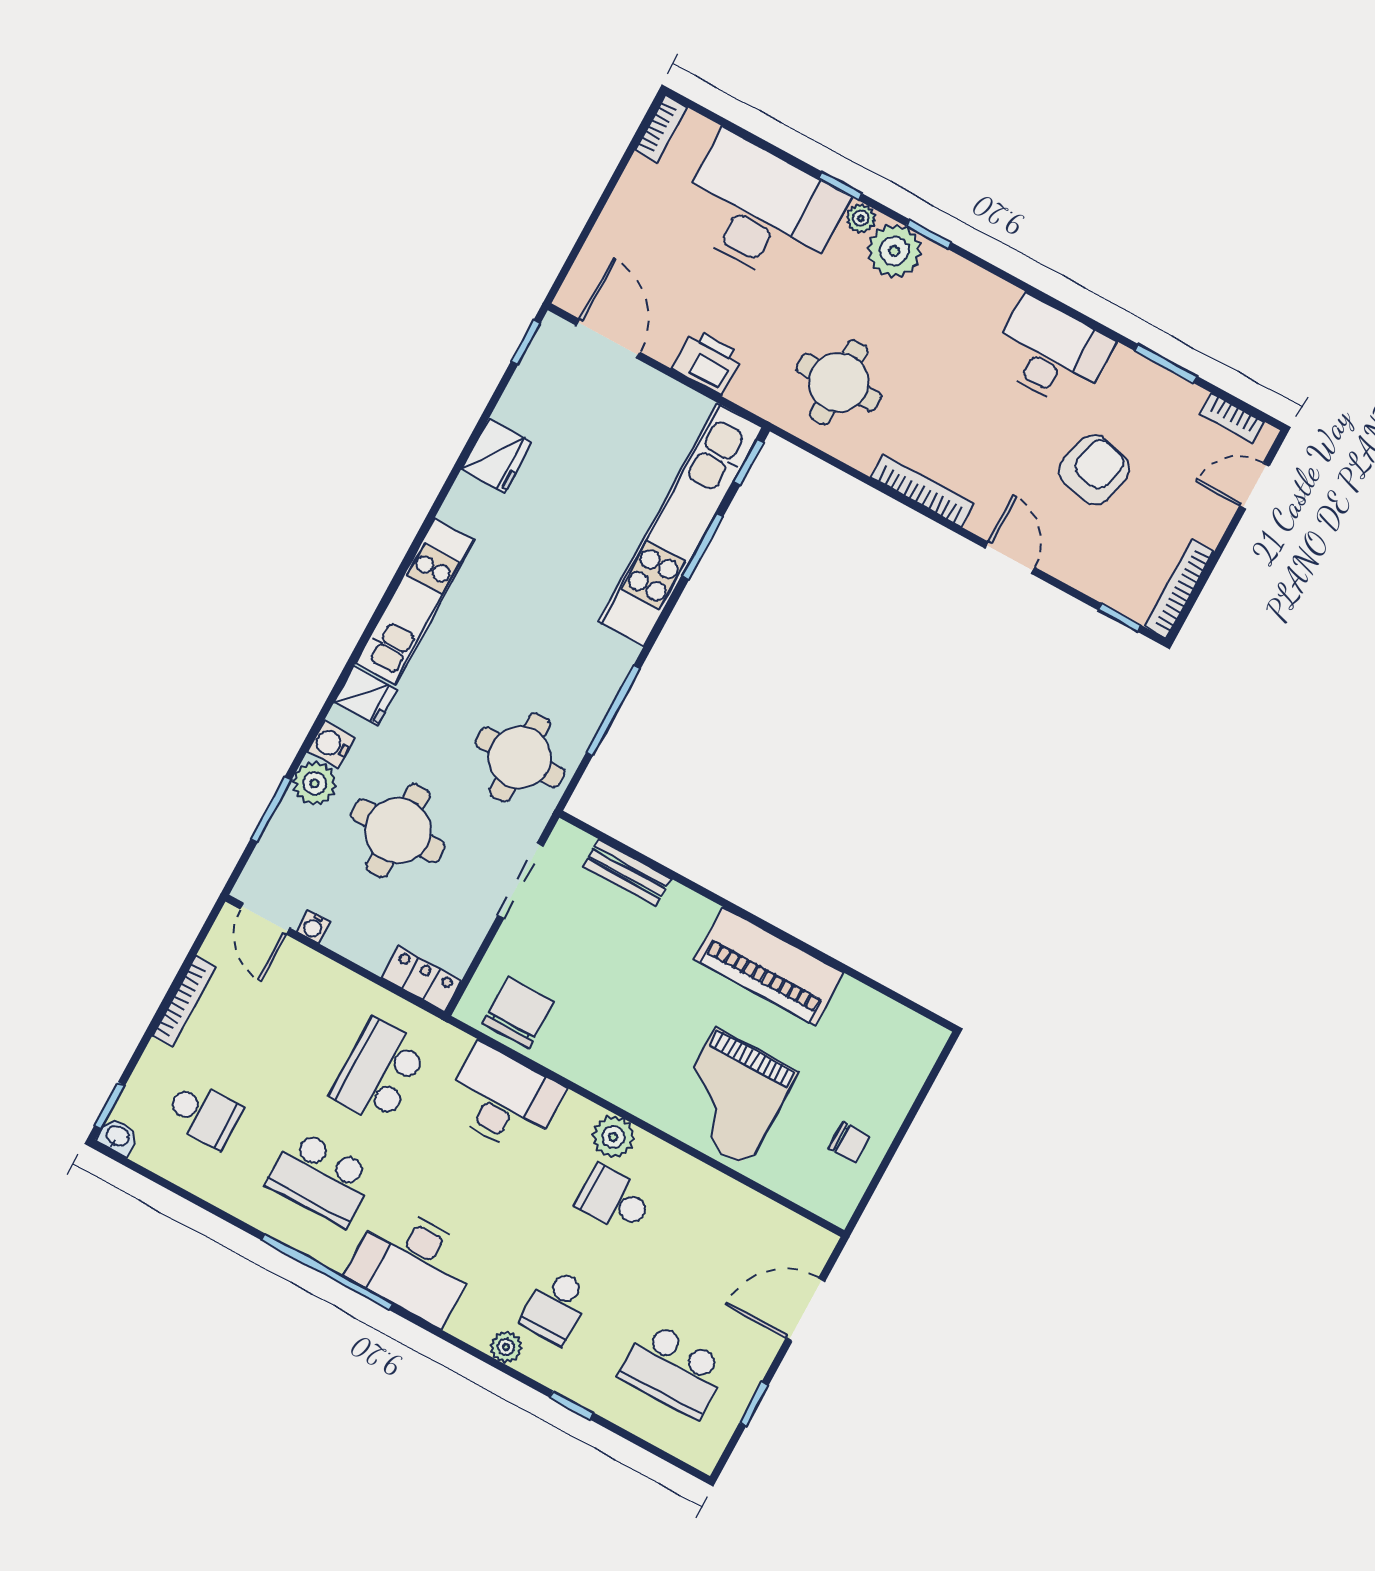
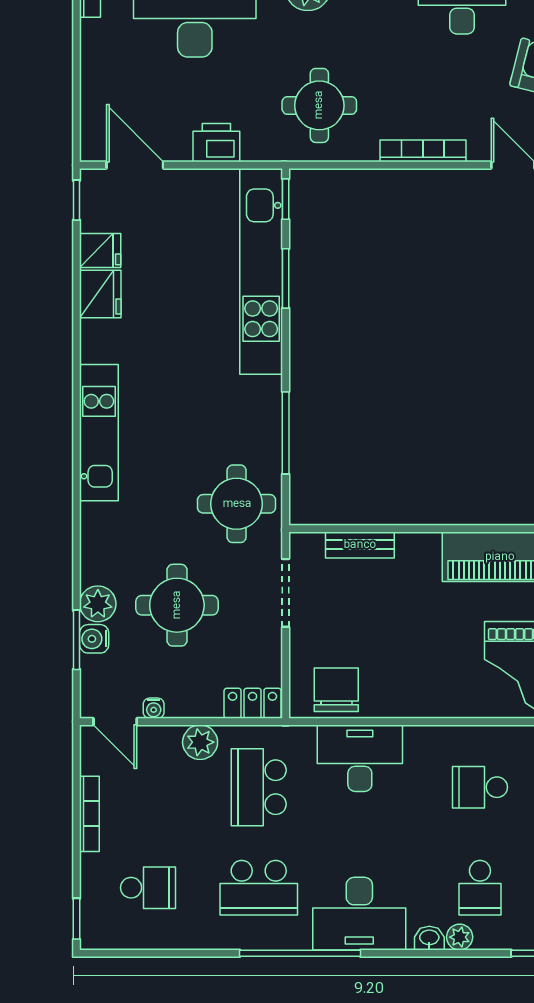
fridge: (365, 696) -> (100, 250), moved
water cooler: (331, 744) -> (94, 639), moved
washbasin: (117, 1137) -> (429, 938), moved
plant: (613, 1137) -> (200, 742), moved

